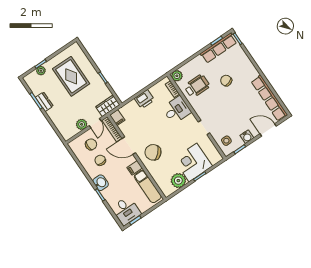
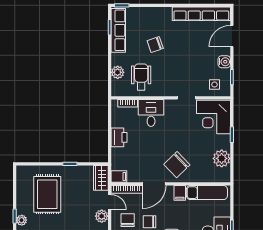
rug: (71, 76) -> (47, 194), turned 90
plant: (177, 76) -> (118, 72), moved
corner desk: (193, 162) -> (214, 117), moved

